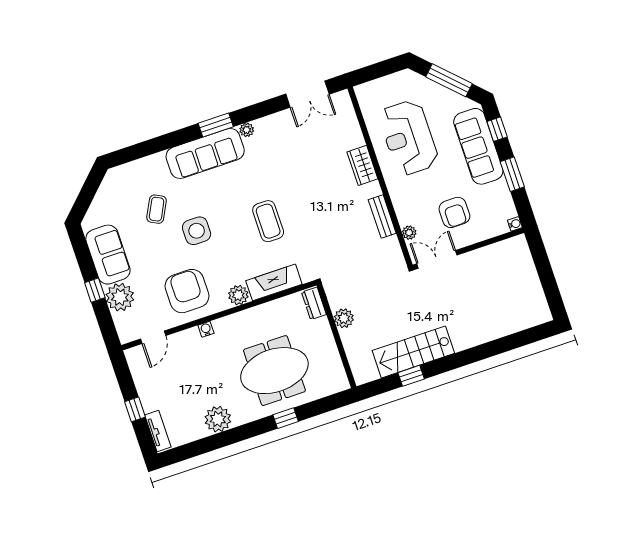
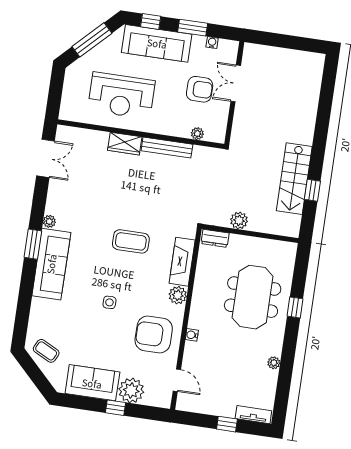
coffee table: (157, 209) -> (46, 351), moved
bench: (382, 217) -> (167, 148), width x1.36
water cooler: (515, 224) -> (212, 43), moved
side table: (197, 231) -> (109, 302), width x0.54, depth x0.54
double door: (437, 259) -> (236, 83), moved
plant: (218, 419) -> (274, 363), width x0.53, depth x0.53

